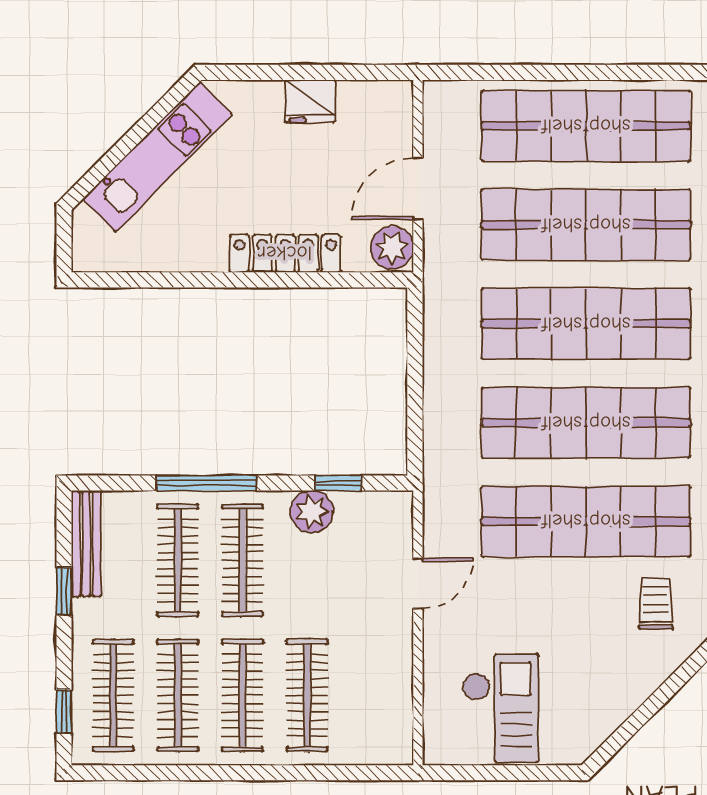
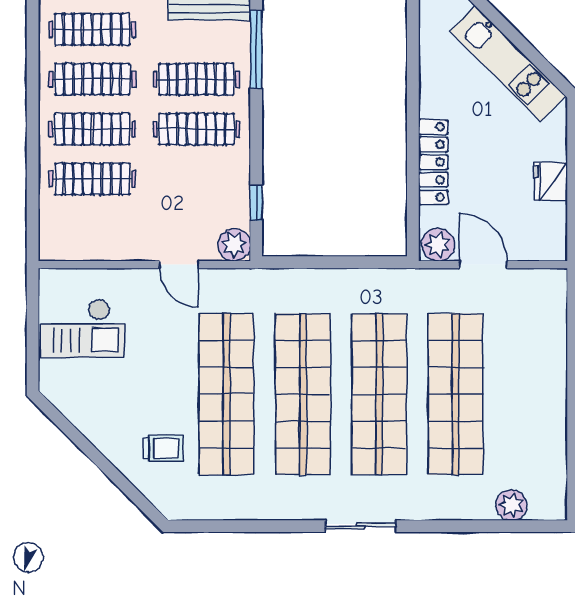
shop shelf: (586, 126) -> (532, 394), removed
window: (206, 483) -> (256, 49), moved
plant: (312, 512) -> (234, 245), moved

